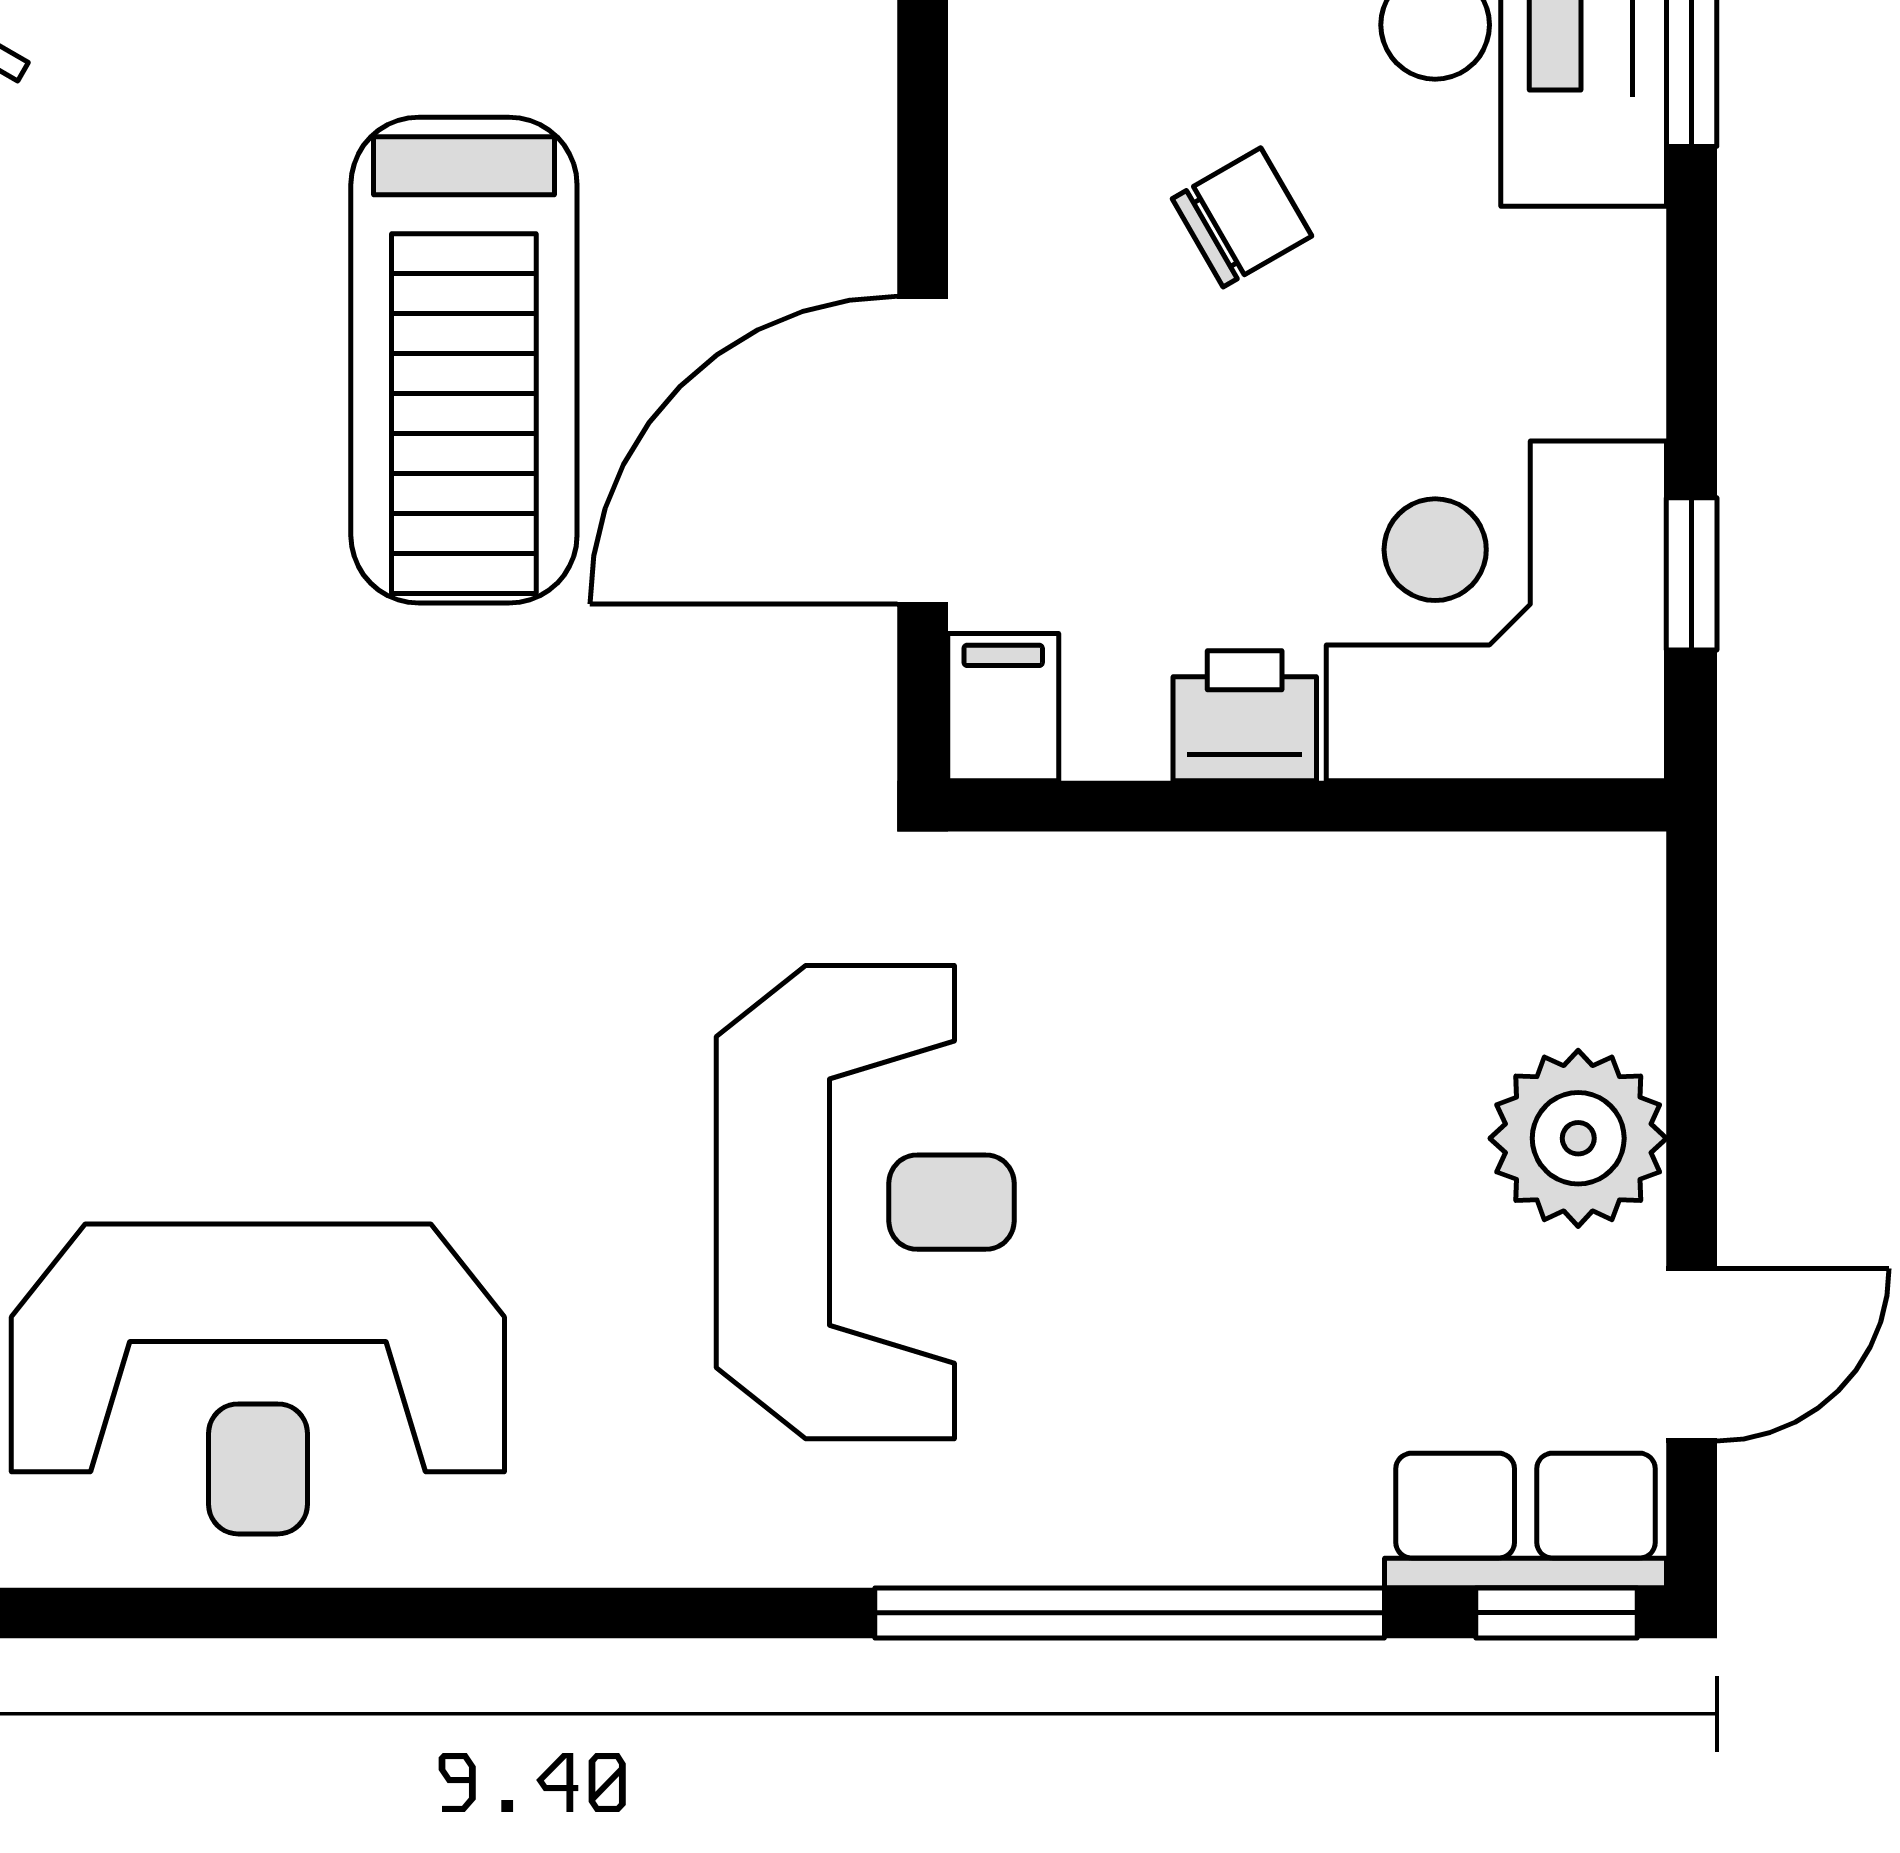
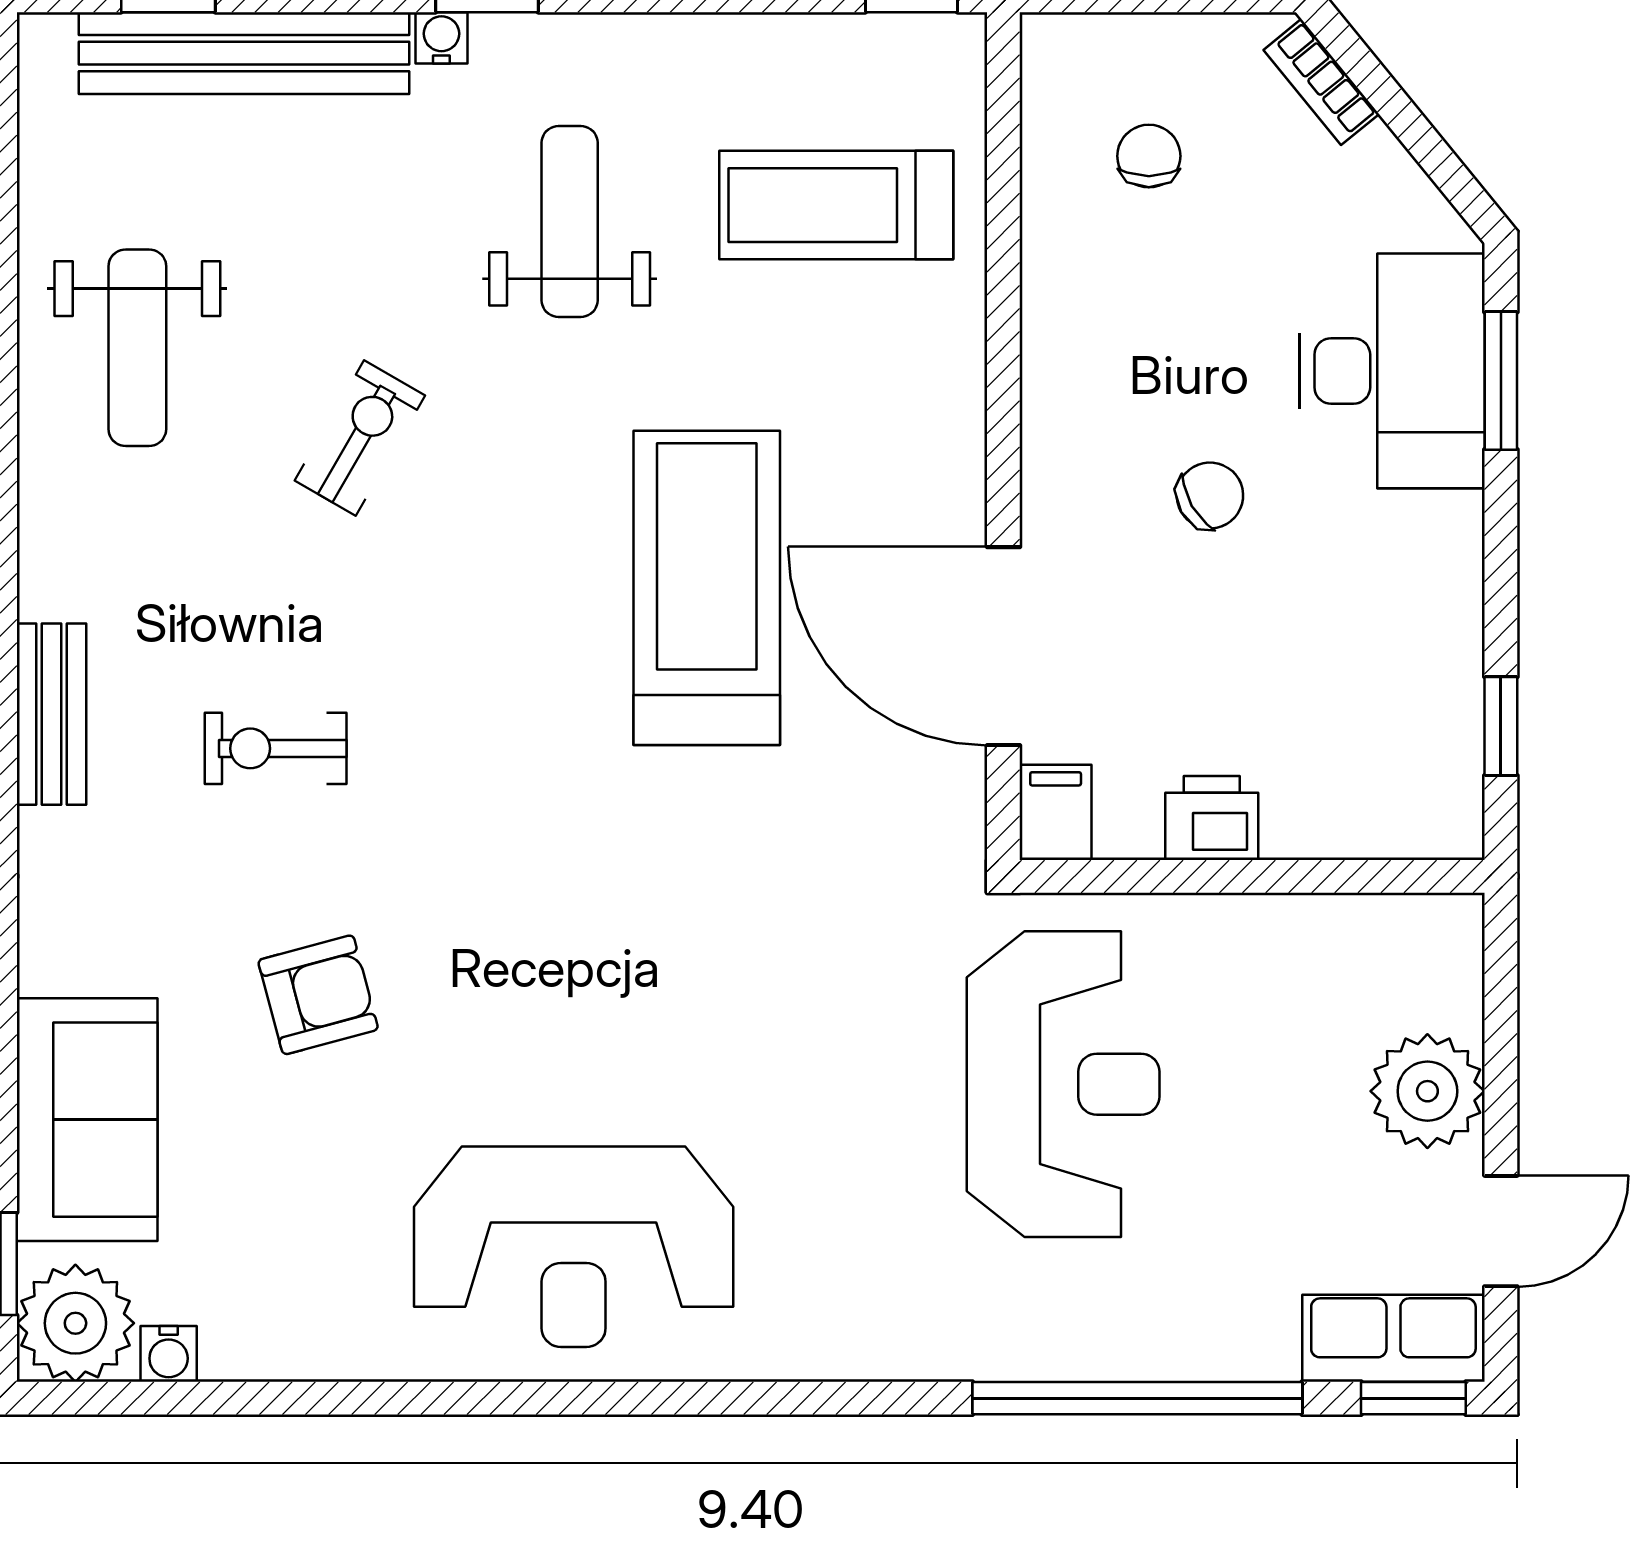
treadmill: (464, 360) -> (707, 588), turned 180
door: (923, 450) -> (1003, 646), hinge flipped
corner desk: (1496, 611) -> (1375, 750), removed
reception desk: (865, 1202) -> (1063, 1084), moved

